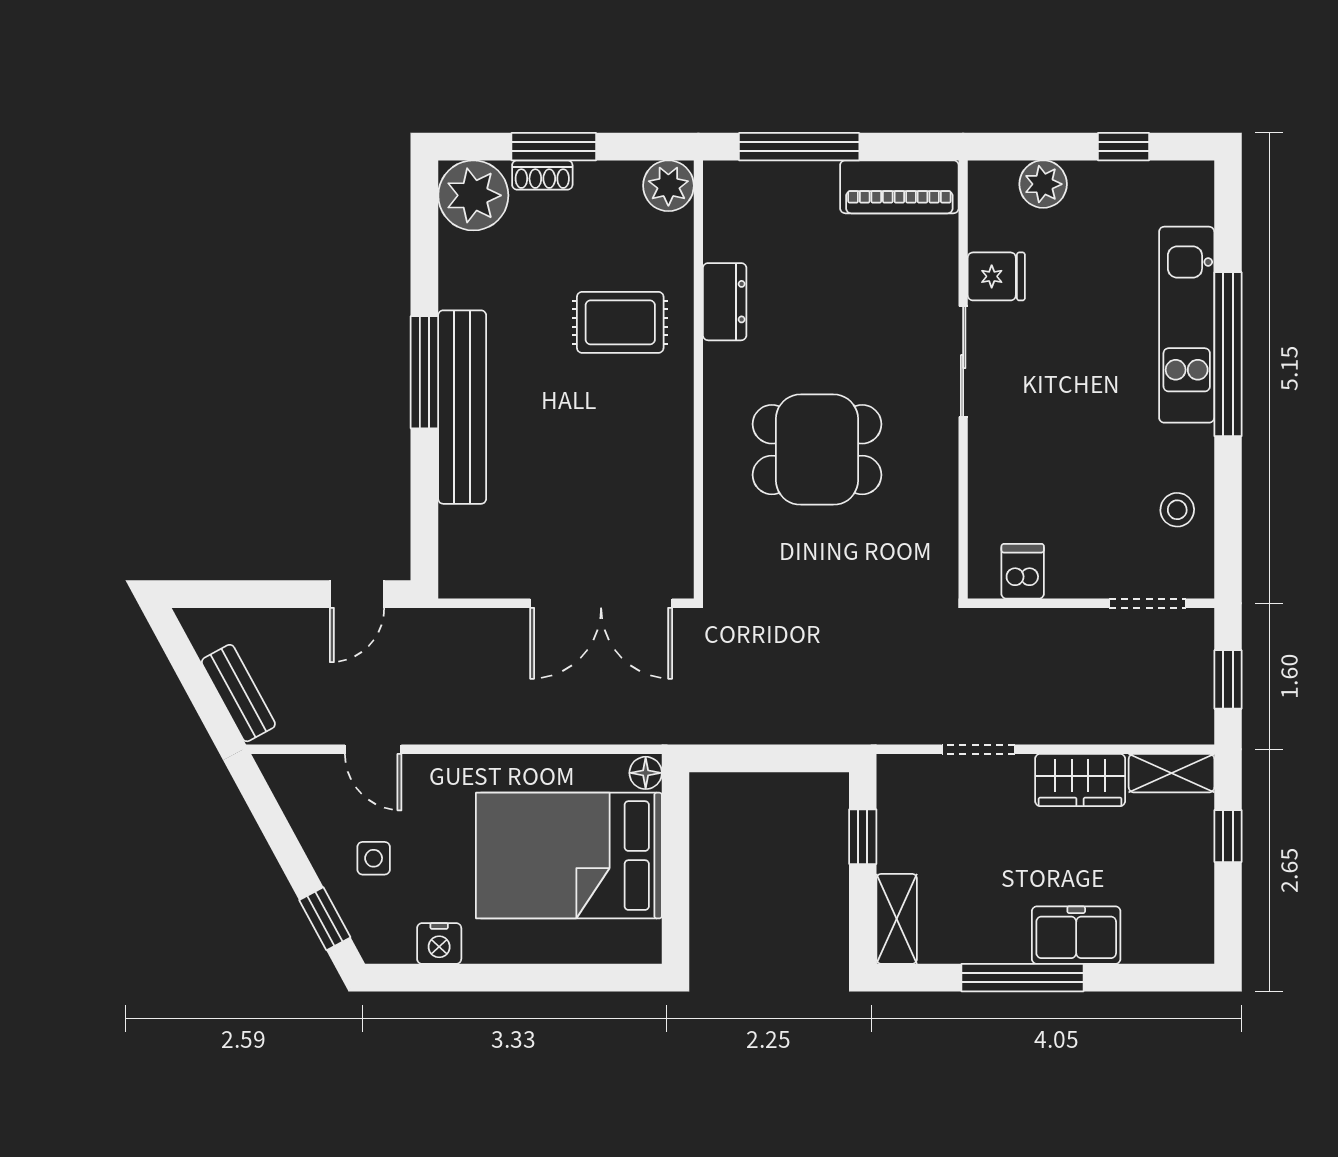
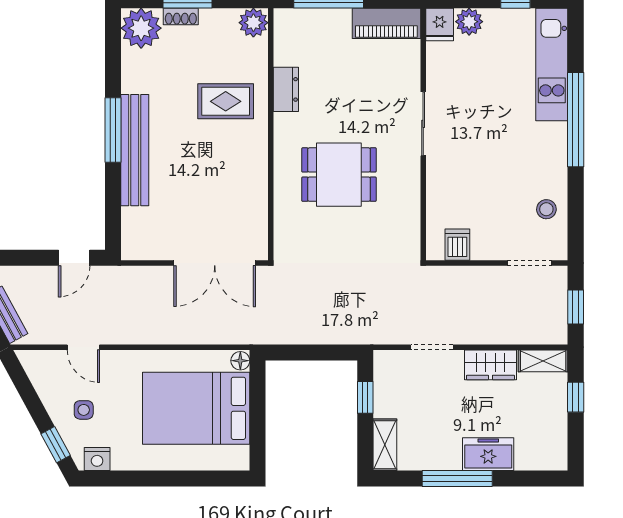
fridge: (996, 276) -> (440, 24), moved, turned 90
kitchen unit: (1187, 325) -> (552, 64), moved
nightstand: (439, 944) -> (97, 459), moved

